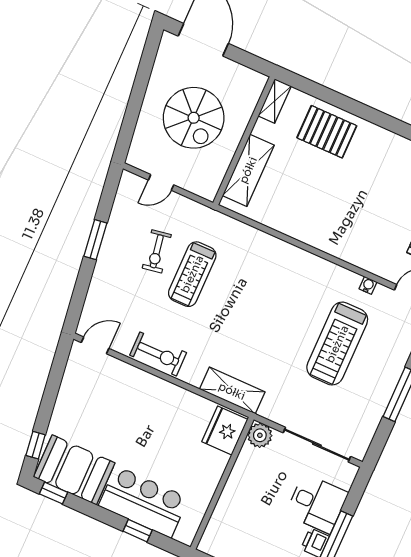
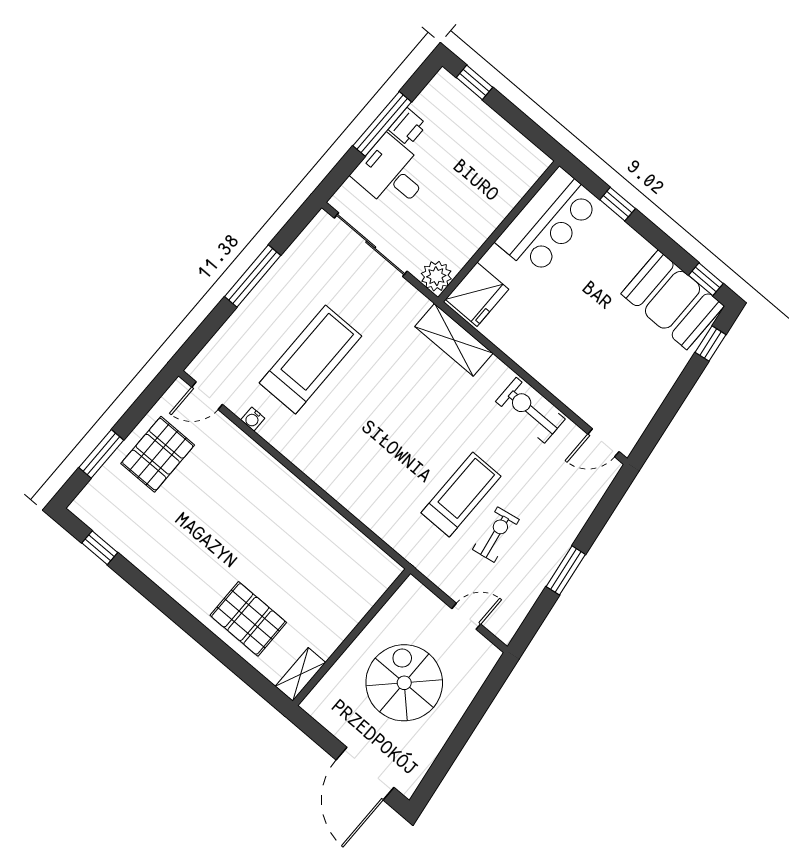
shelving: (248, 170) -> (357, 600), removed
bar counter: (144, 502) -> (548, 222), moved, turned -90

